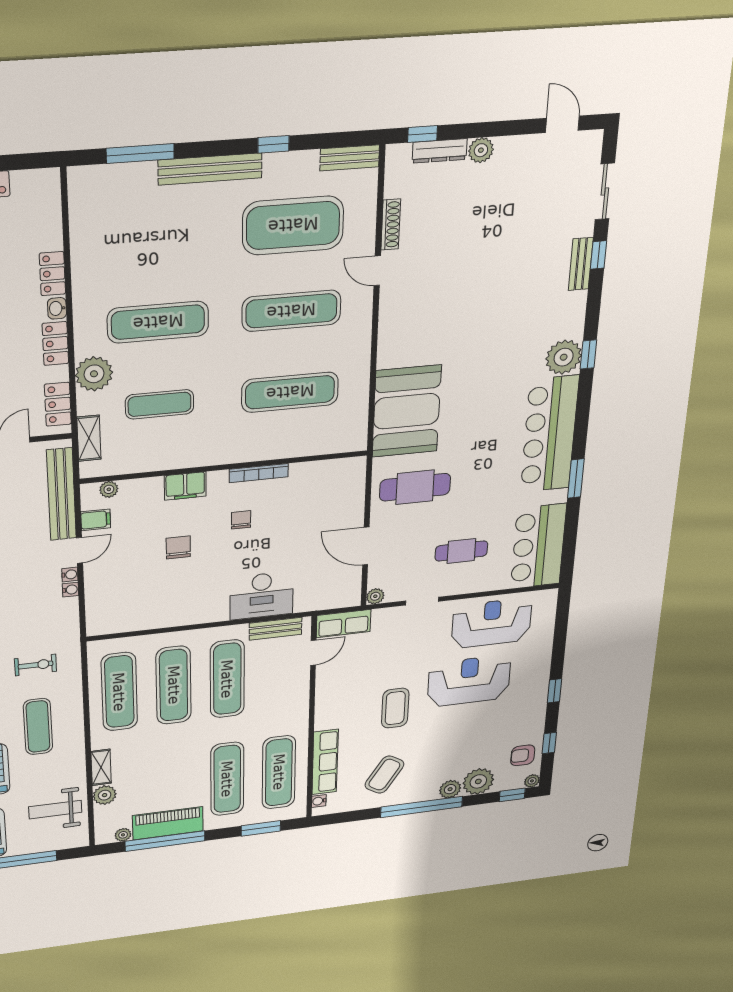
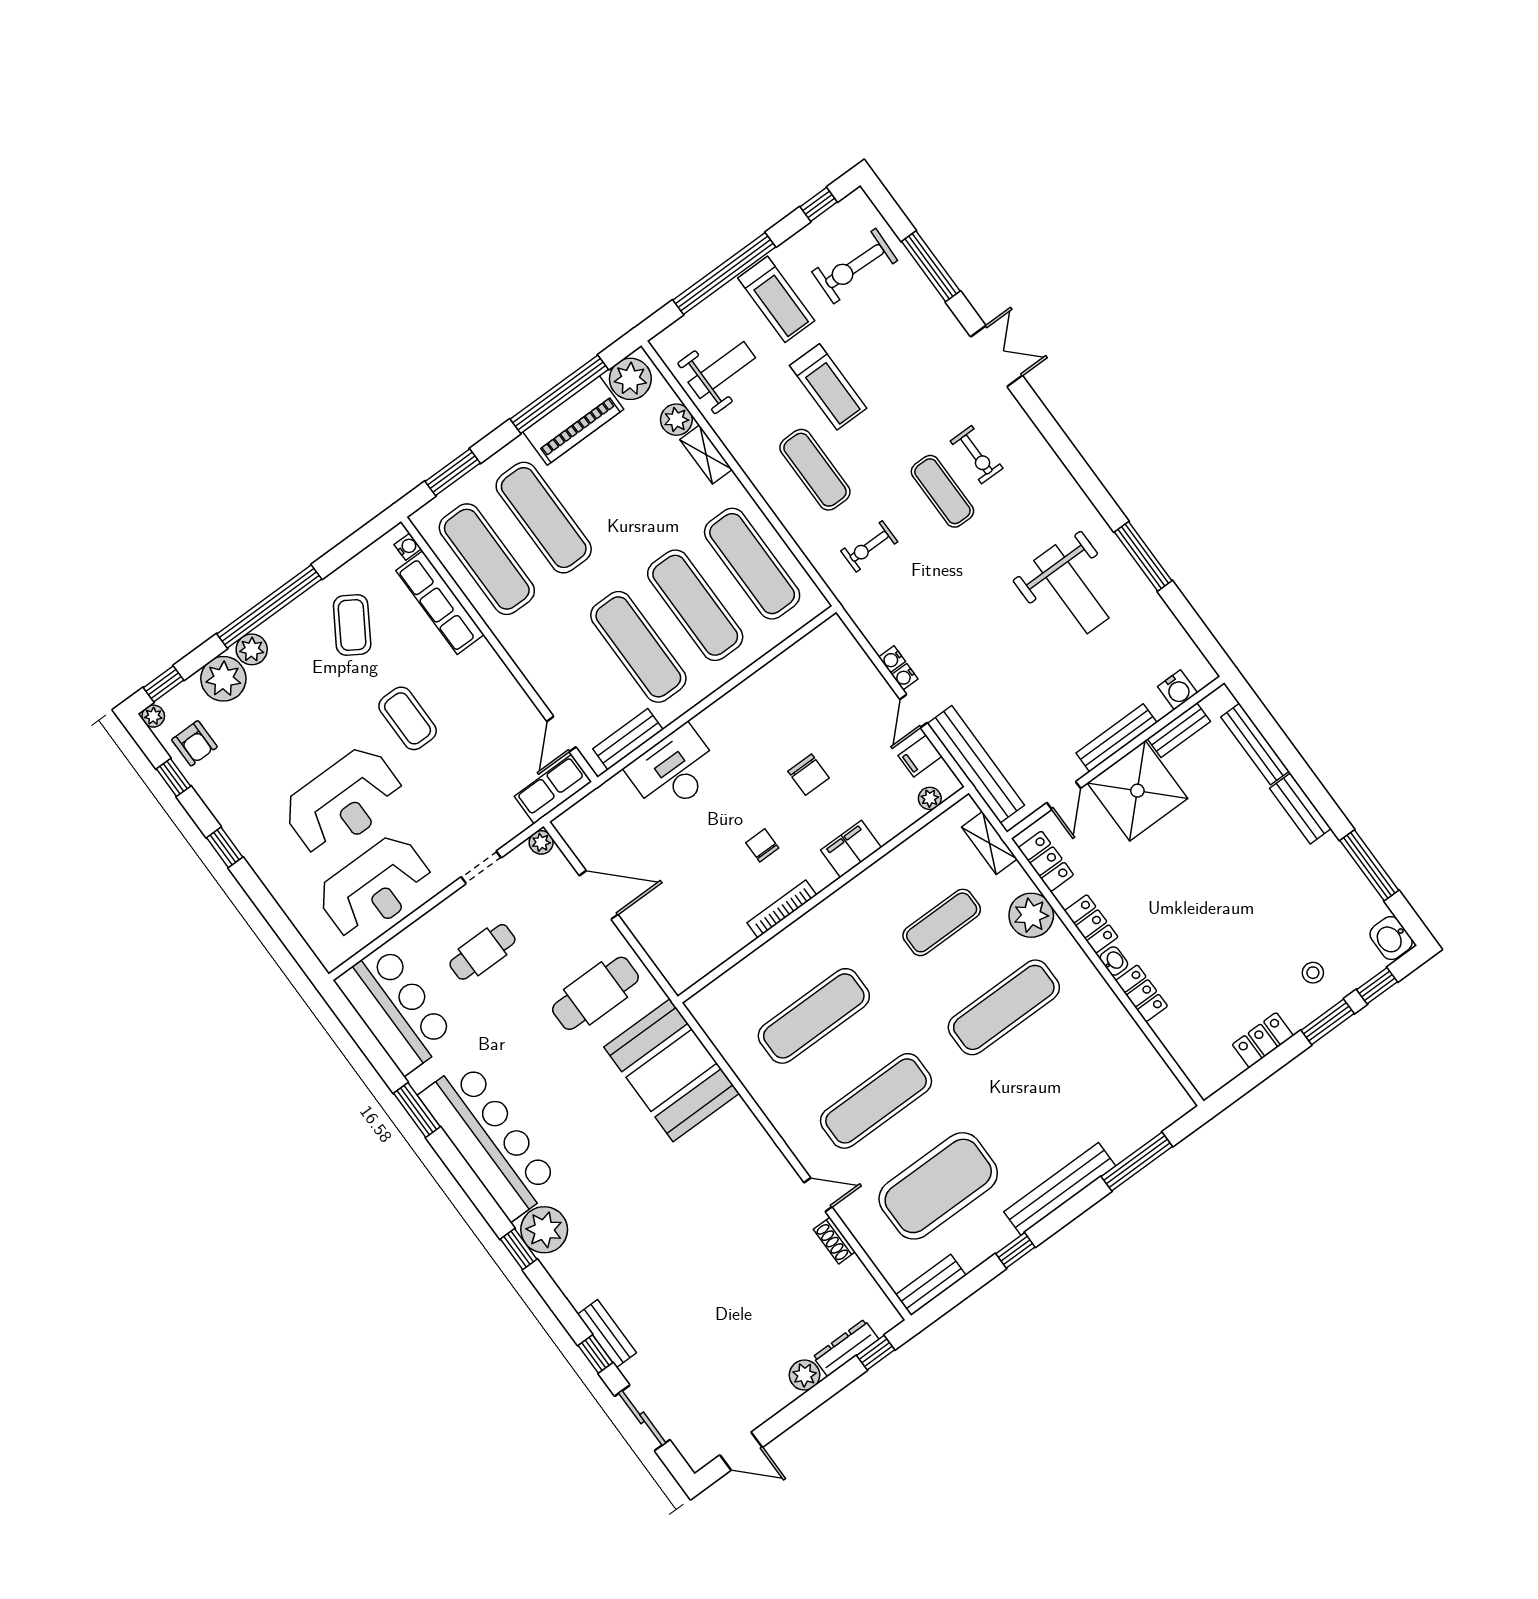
shoe rack: (391, 225) -> (834, 1241), width x0.70
chair: (241, 520) -> (762, 845), turned 180
armchair: (523, 755) -> (194, 743), turned 90
plant: (123, 835) -> (630, 379), width x1.87, depth x1.87

